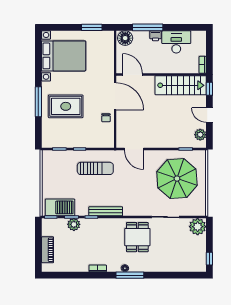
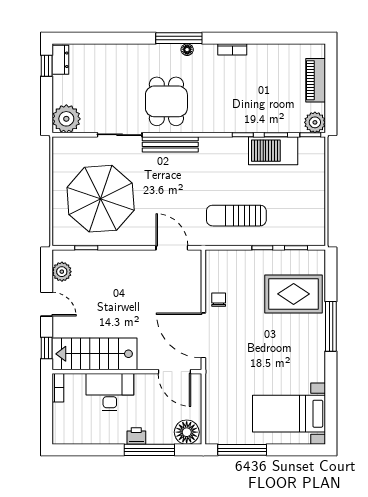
window: (92, 27) -> (242, 450), width x1.44
desk: (176, 42) -> (110, 392), moved, turned 180
bed with nightstands: (64, 56) -> (289, 414), width x0.73
rug: (66, 106) -> (294, 294), moved
barbecue: (60, 207) -> (273, 151), moved
bench: (106, 211) -> (170, 144), moved
plant: (74, 224) -> (315, 122), moved
dresser: (201, 262) -> (60, 60), added

